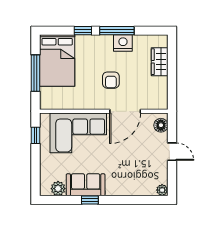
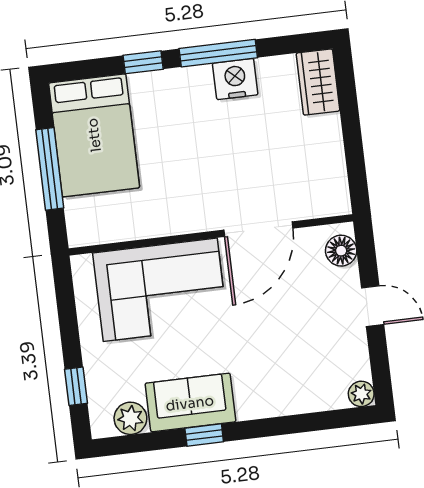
wardrobe: (160, 62) -> (318, 82), moved
armchair: (111, 80) -> (218, 164), removed
window: (36, 135) -> (76, 386), moved

